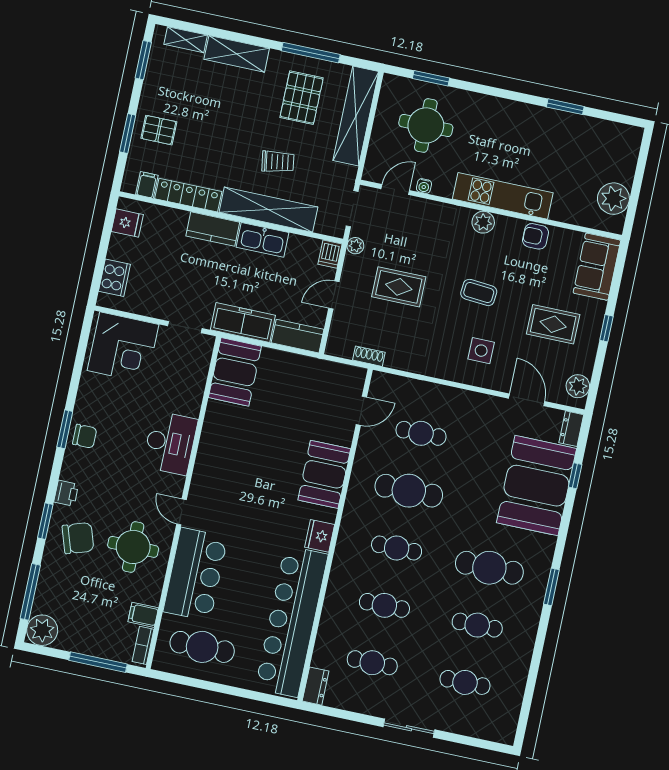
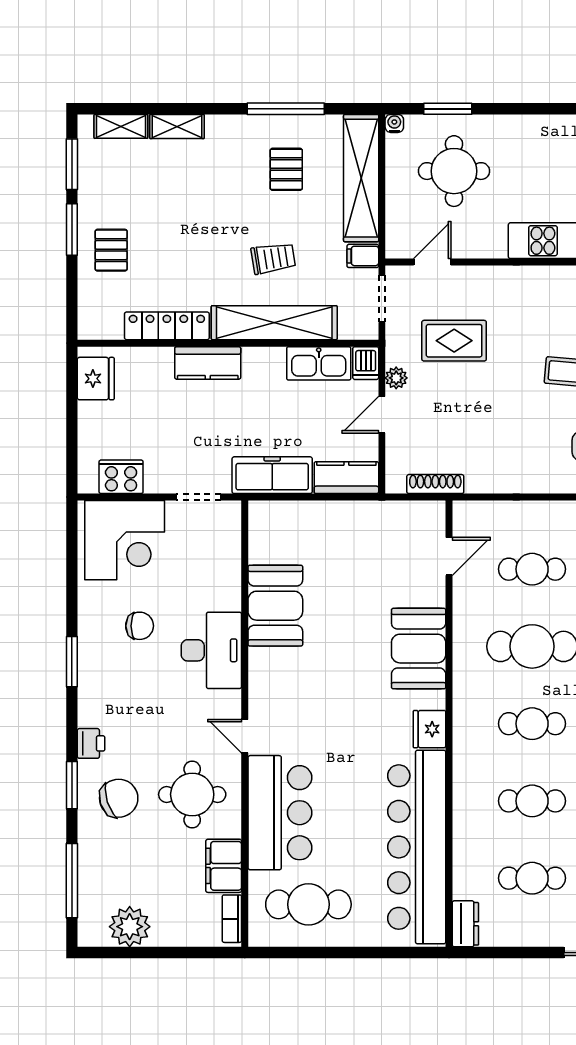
shelving: (237, 54) -> (177, 126), width x0.67, depth x0.75
pallet: (302, 98) -> (286, 169), width x0.67, depth x0.71
pallet: (159, 130) -> (111, 250), turned 90
window: (128, 134) -> (72, 230), moved
filing cabinet: (147, 185) -> (363, 256), moved, turned -90
water cooler: (424, 186) -> (394, 123), moved, turned 180
plant: (483, 222) -> (554, 280), removed
fridge: (127, 223) -> (96, 379), width x1.38
kitchen sink: (262, 240) -> (319, 363), moved
plant: (355, 246) -> (396, 378), moved
cooker: (114, 278) -> (121, 477), moved, turned -90
rug: (399, 287) -> (454, 341), moved
shoe rack: (369, 356) -> (435, 484), width x1.43
booth: (235, 372) -> (275, 606), moved
chair: (85, 436) -> (140, 626), moved
filing cabinet: (143, 615) -> (224, 866), width x2.00
plant: (42, 630) -> (130, 927), moved
window: (98, 662) -> (178, 953), removed

